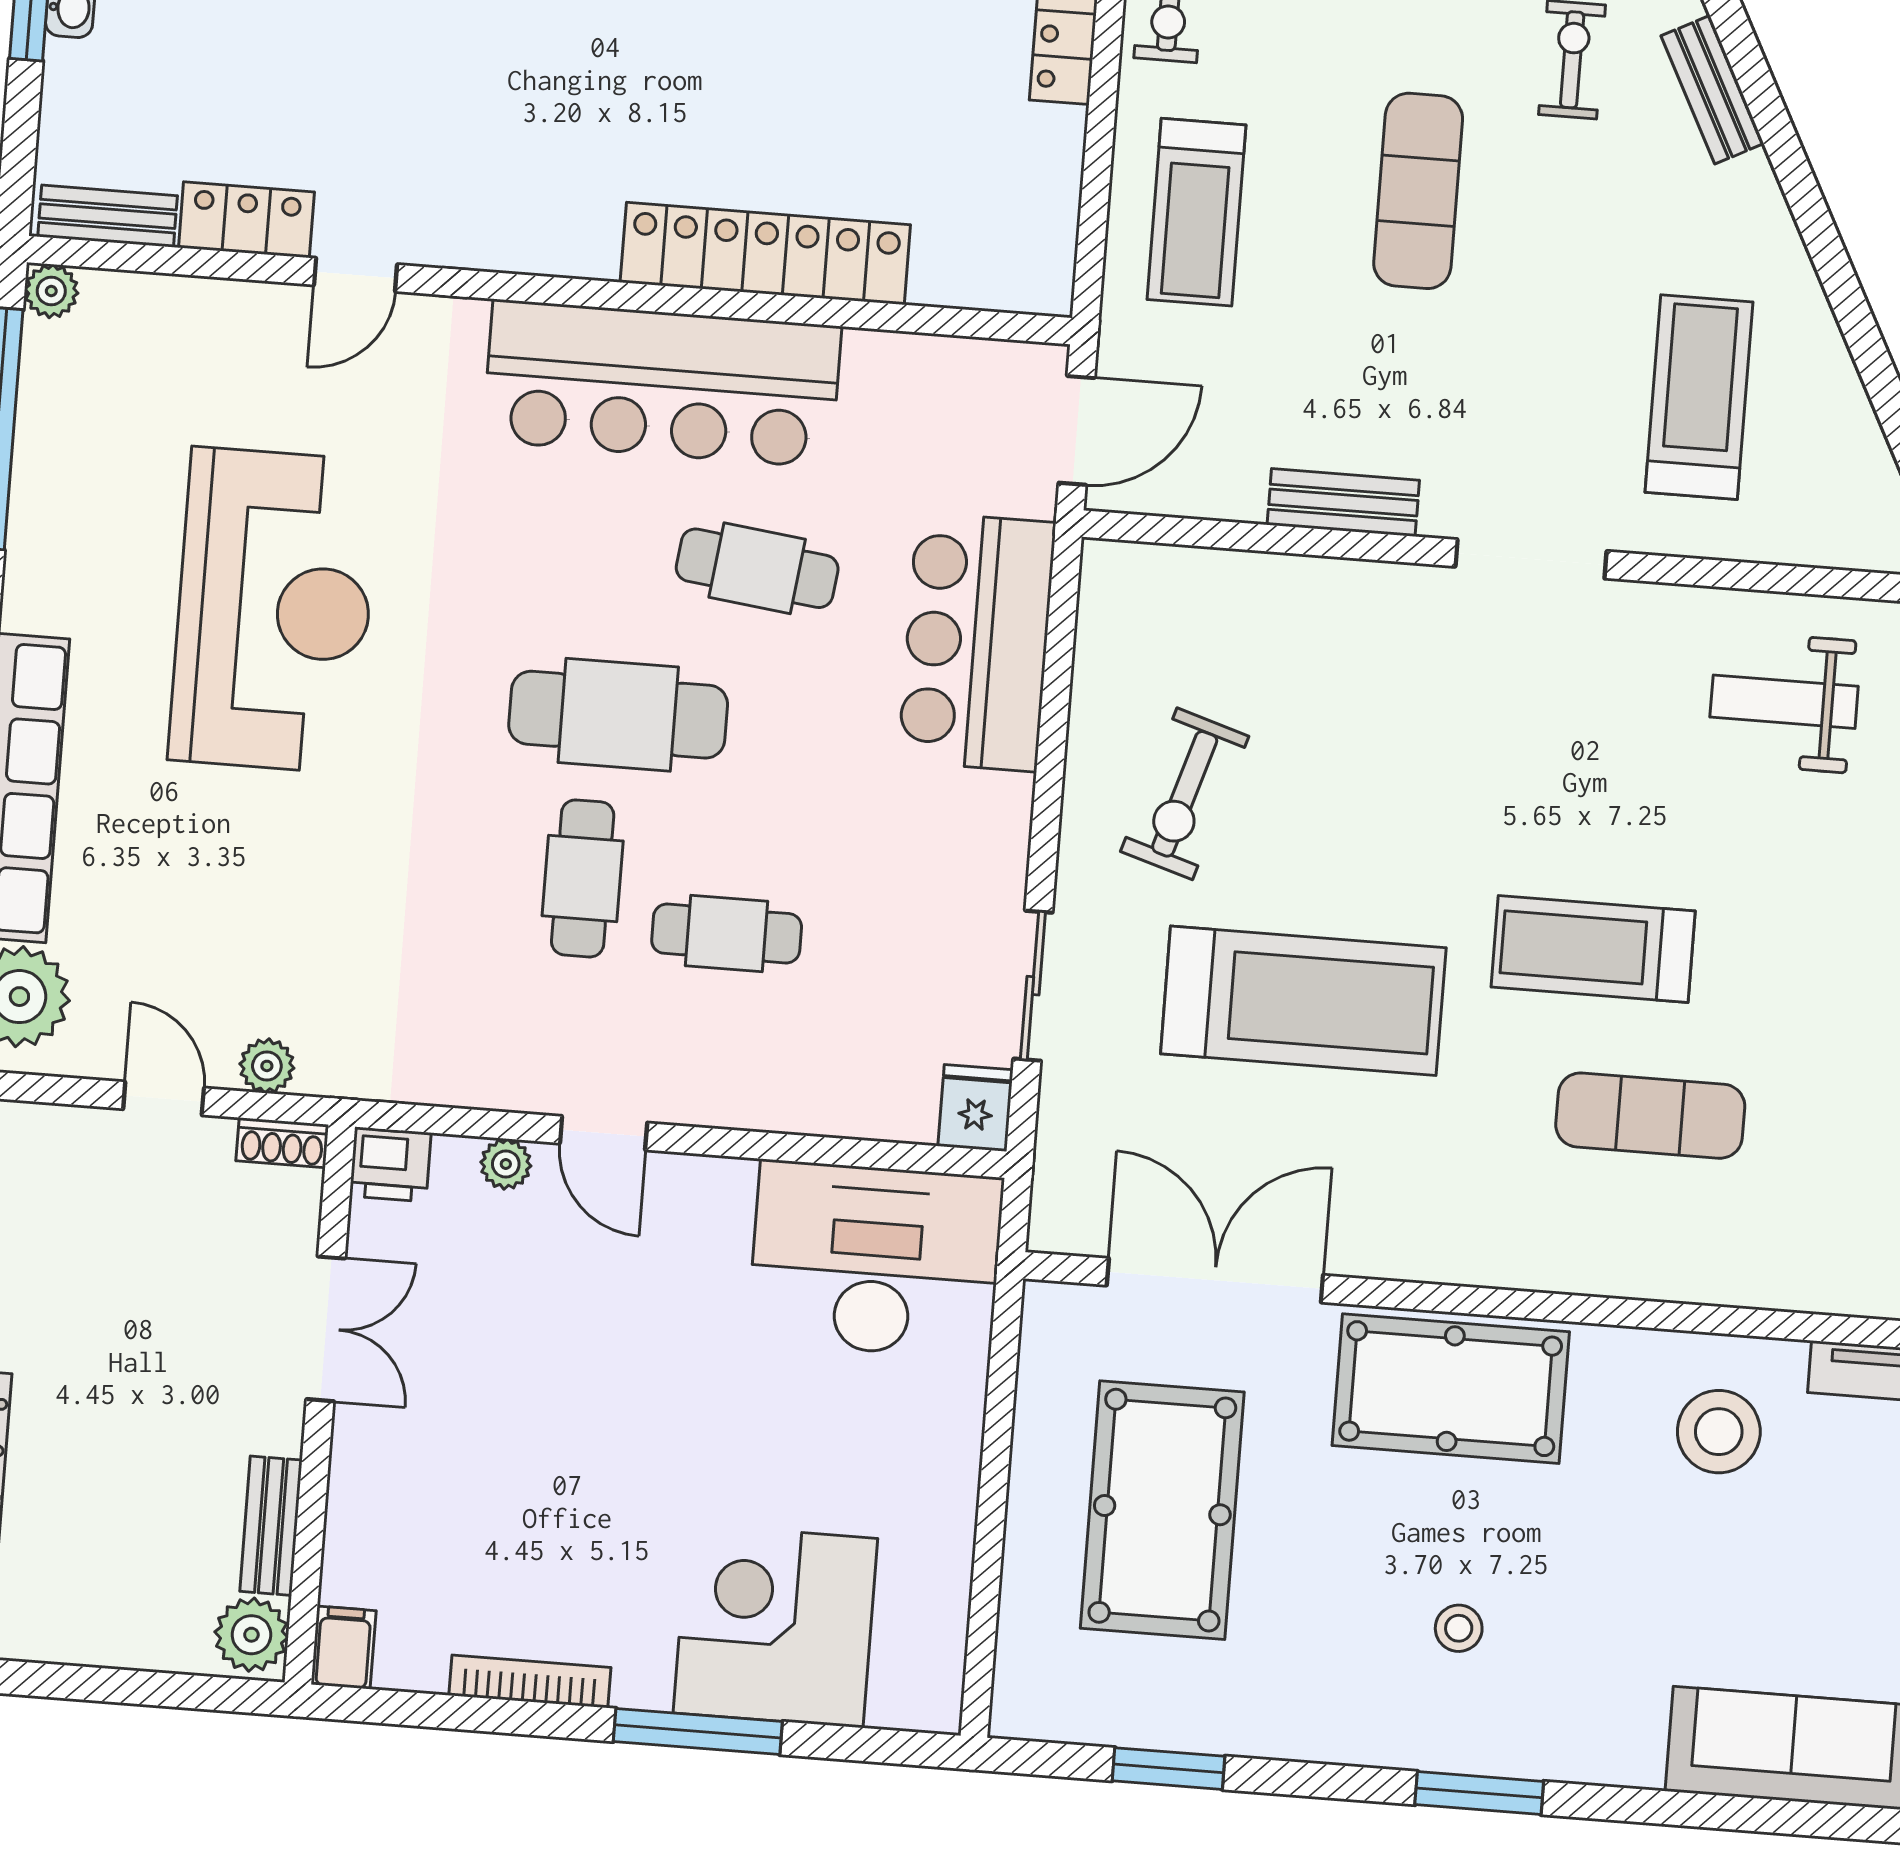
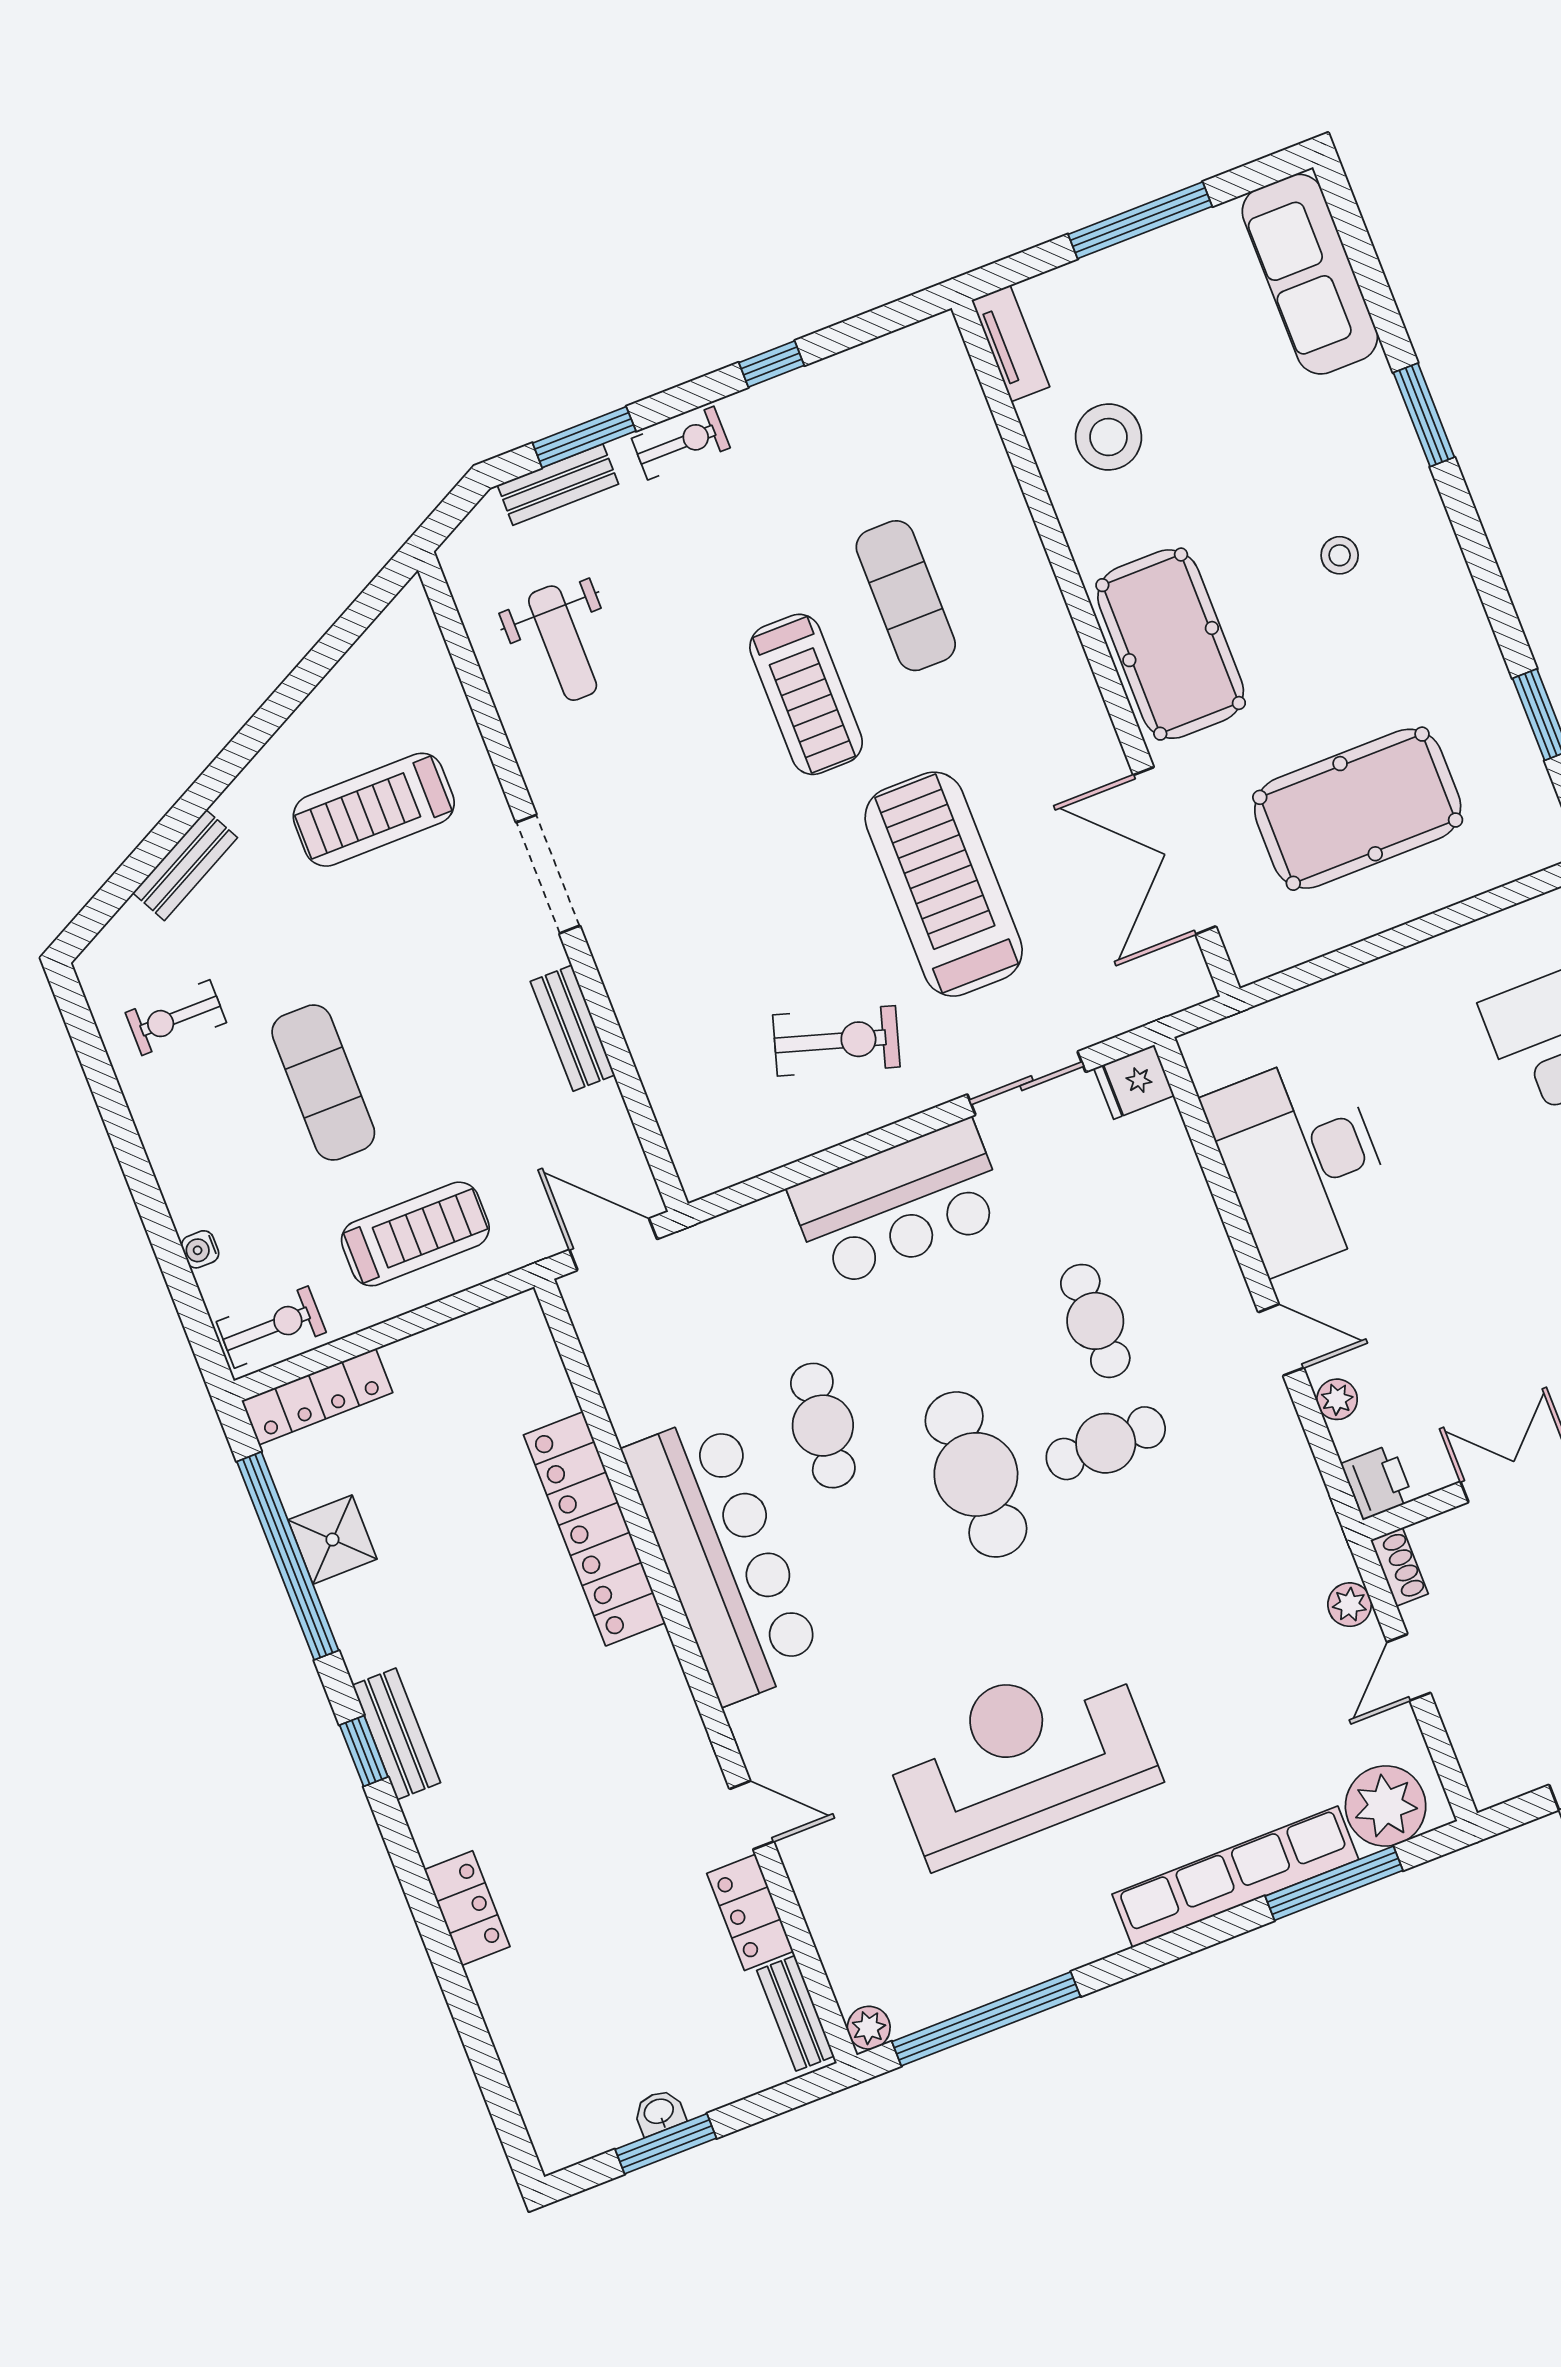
bench: (1712, 90) -> (185, 865), moved
exercise mat: (1418, 191) -> (323, 1083), turned 90
bar counter: (977, 642) -> (899, 1204), moved
door: (604, 1133) -> (1281, 1340), hinge flipped
desk: (875, 1260) -> (1301, 1162), moved
window: (1479, 1793) -> (1424, 415), moved

